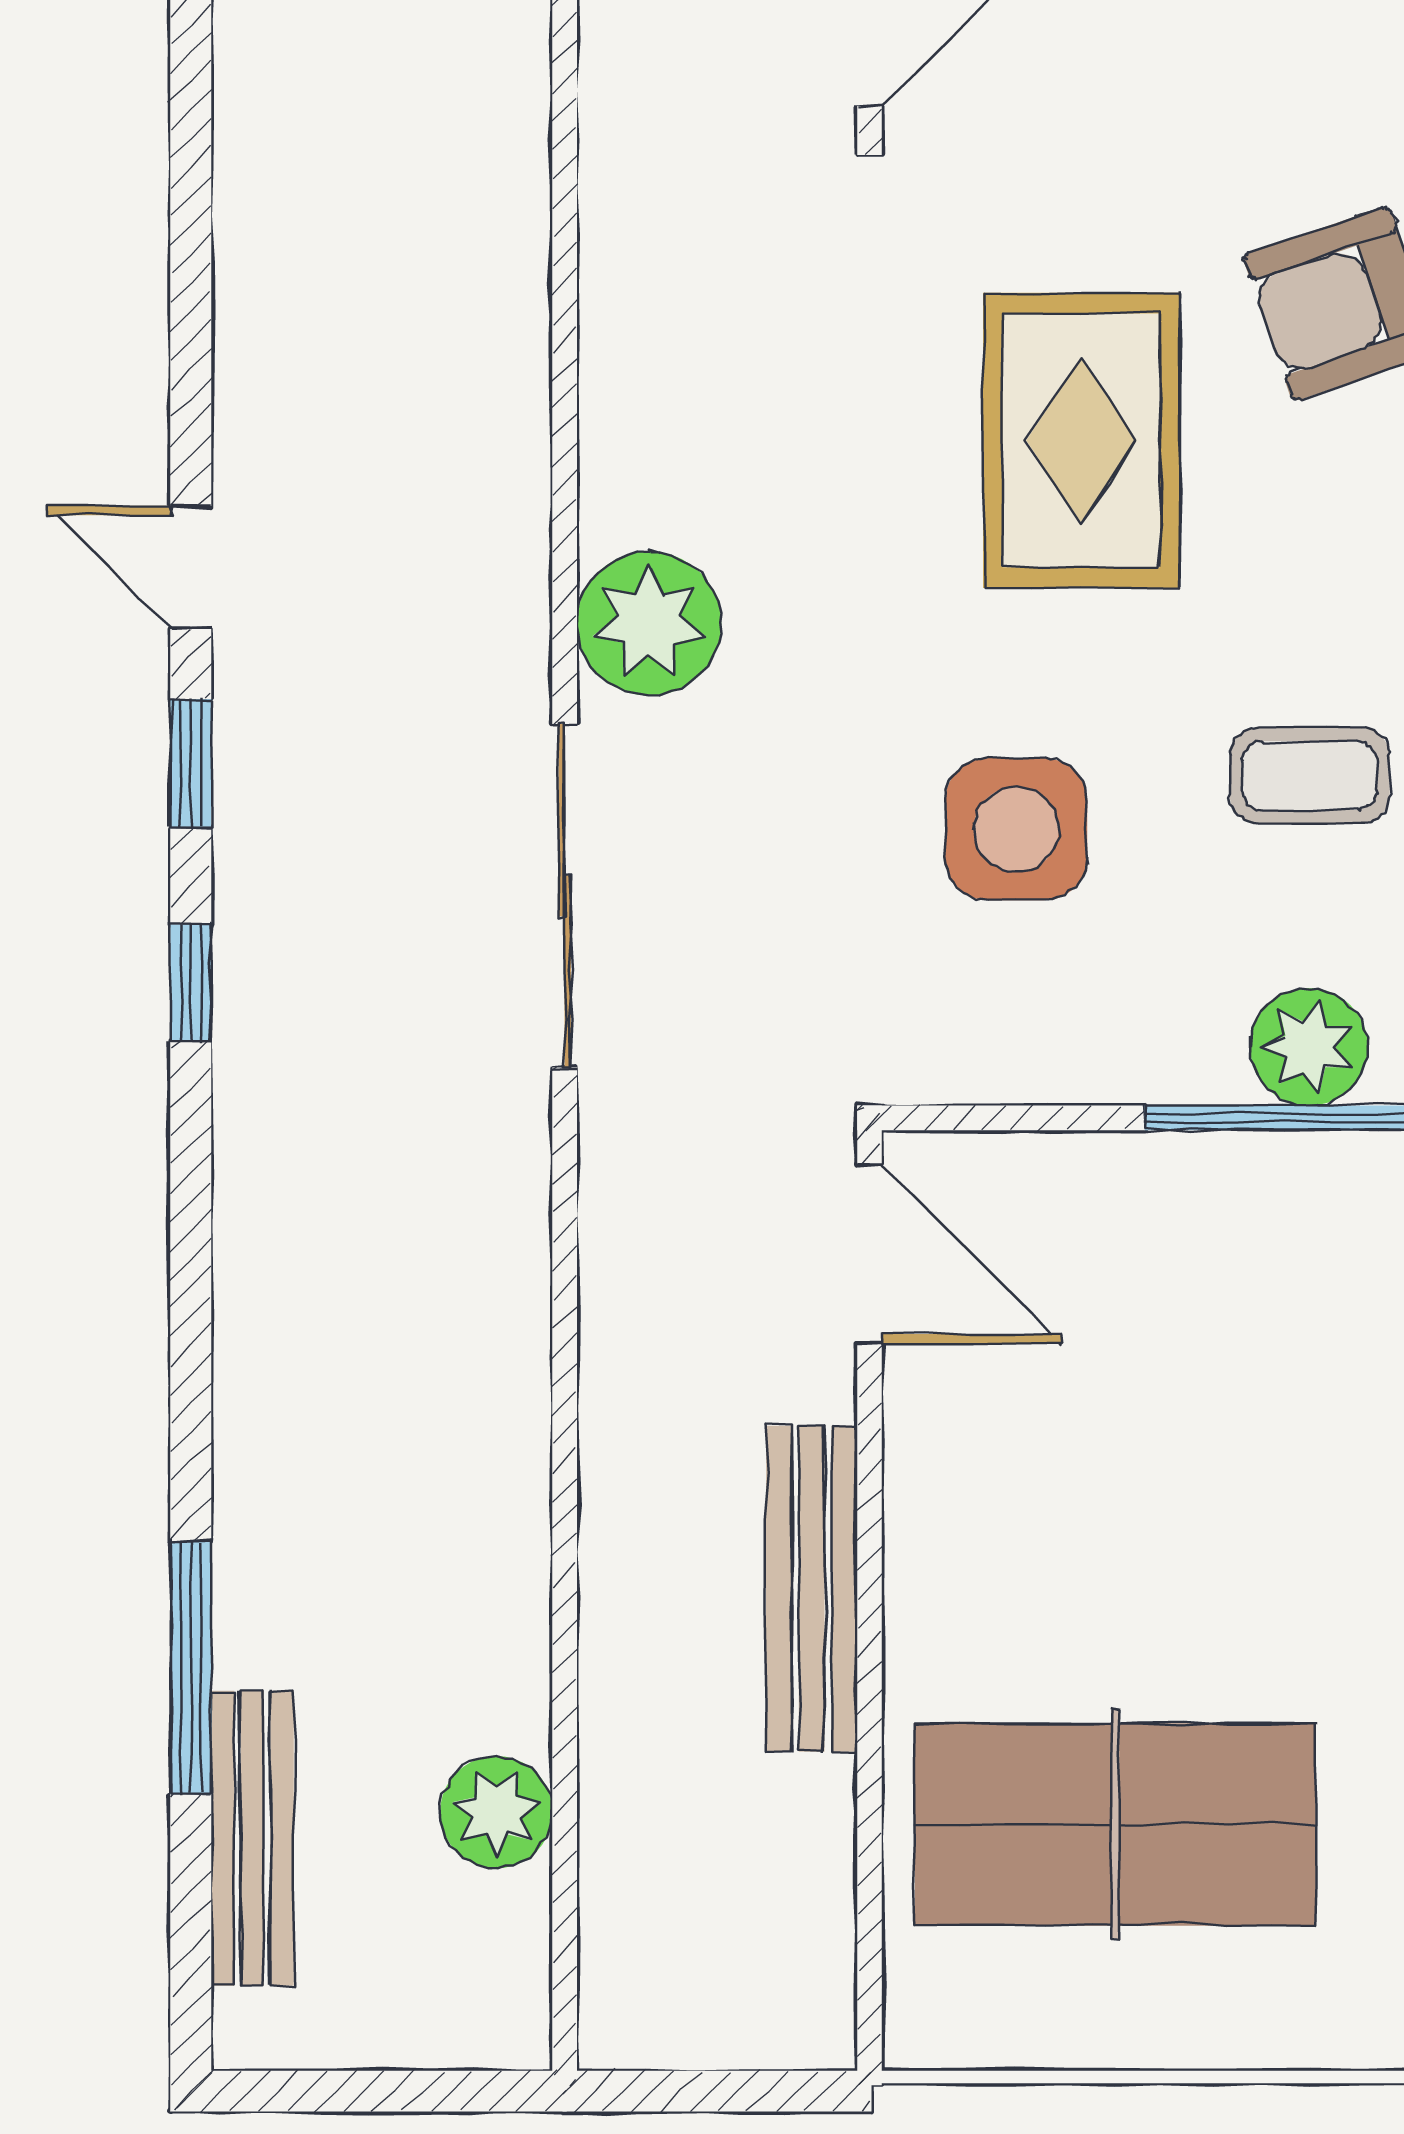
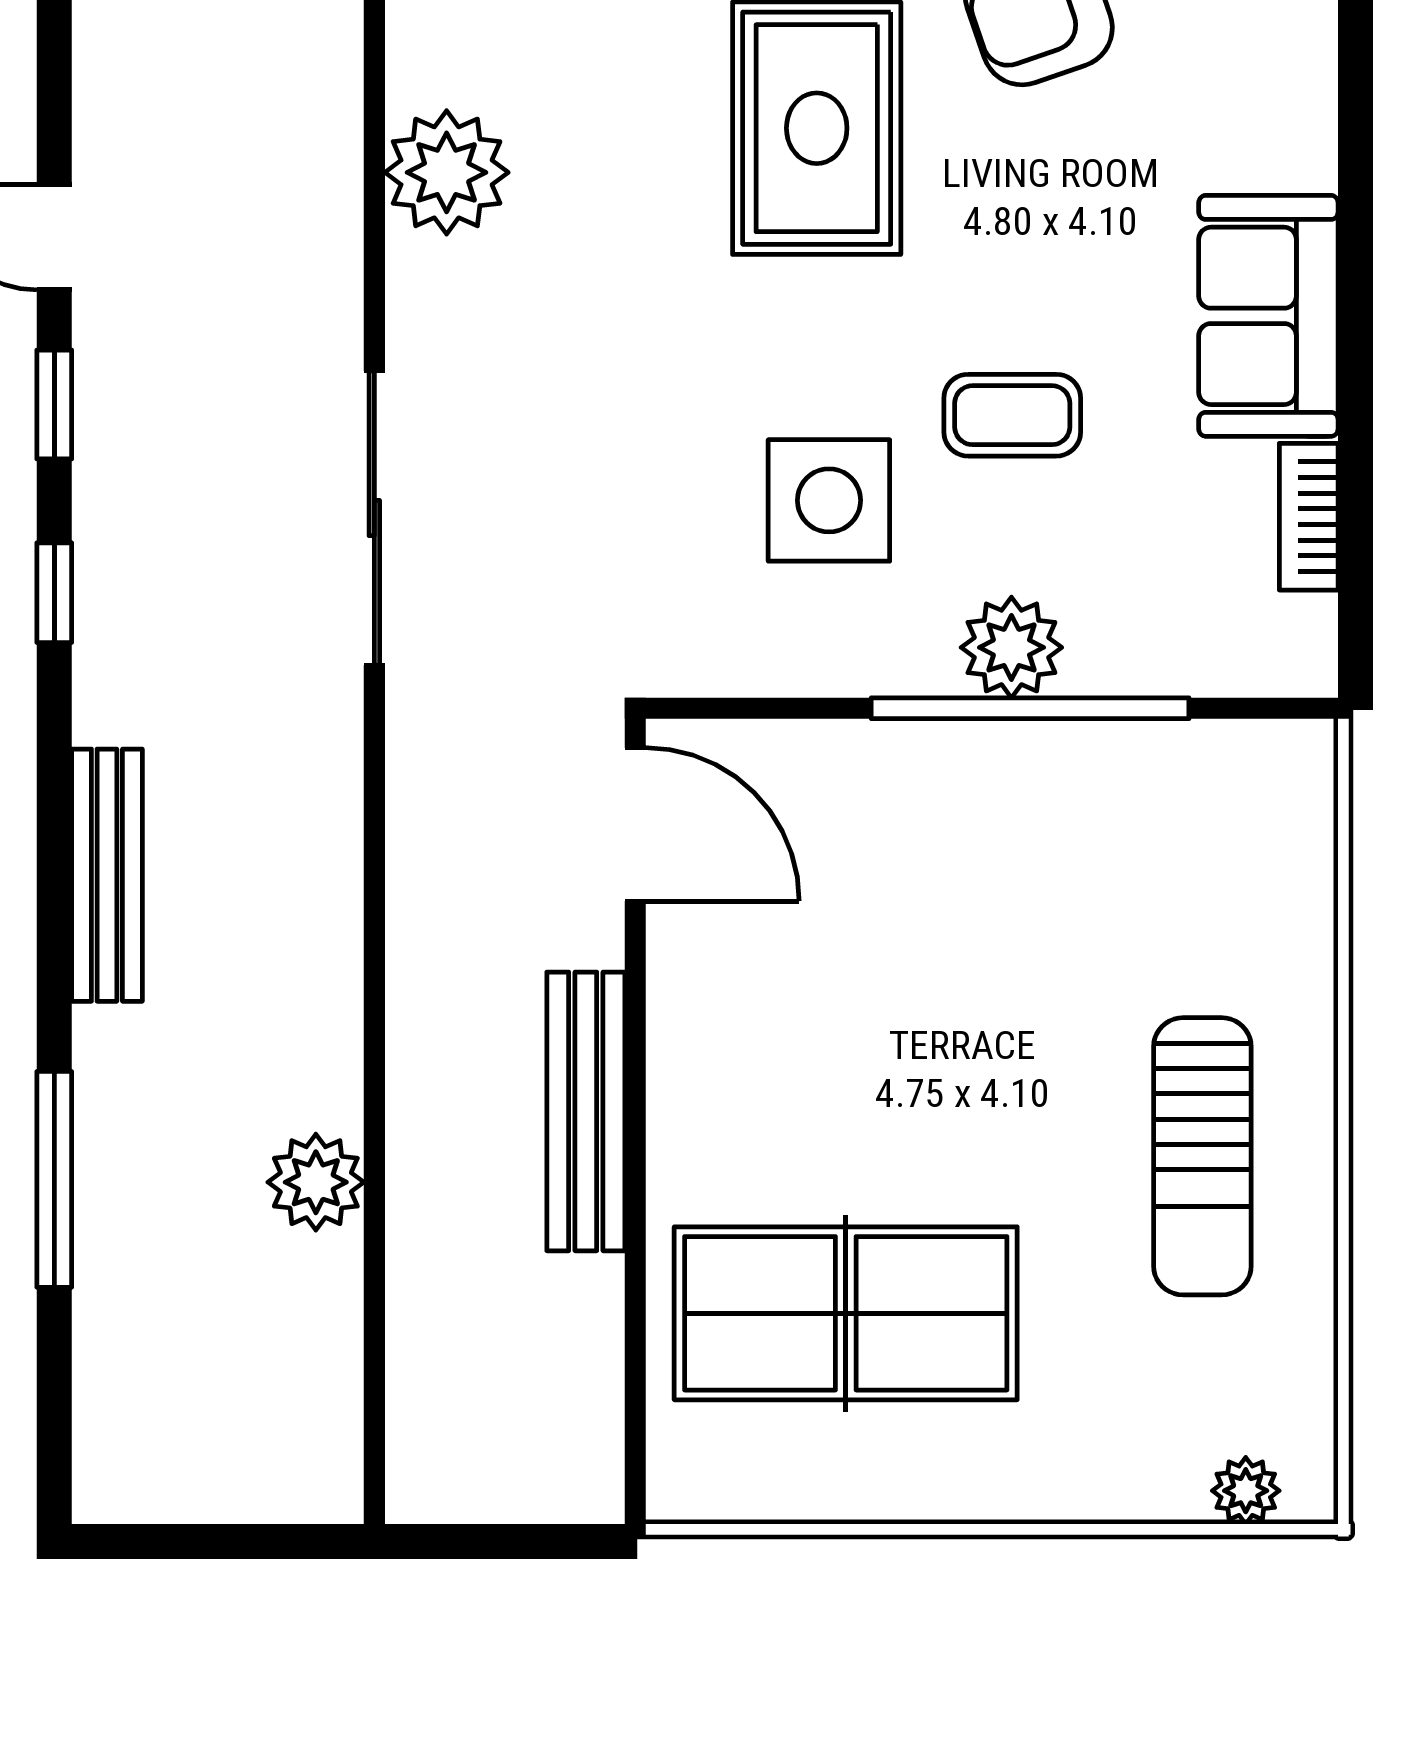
plant: (649, 623) -> (447, 172), moved
side table: (1016, 829) -> (829, 500), moved
plant: (496, 1812) -> (316, 1182), moved
bench: (252, 1838) -> (107, 875), moved

